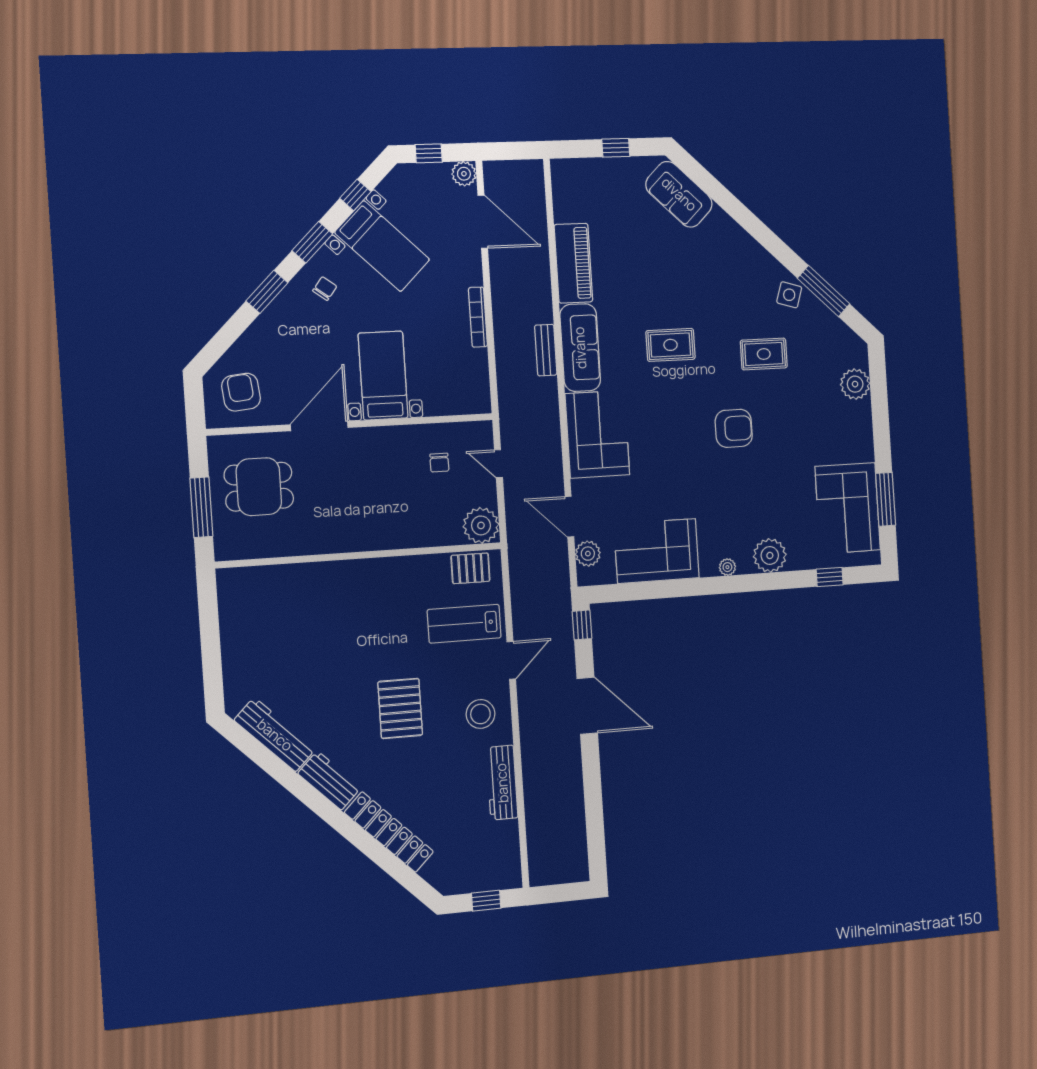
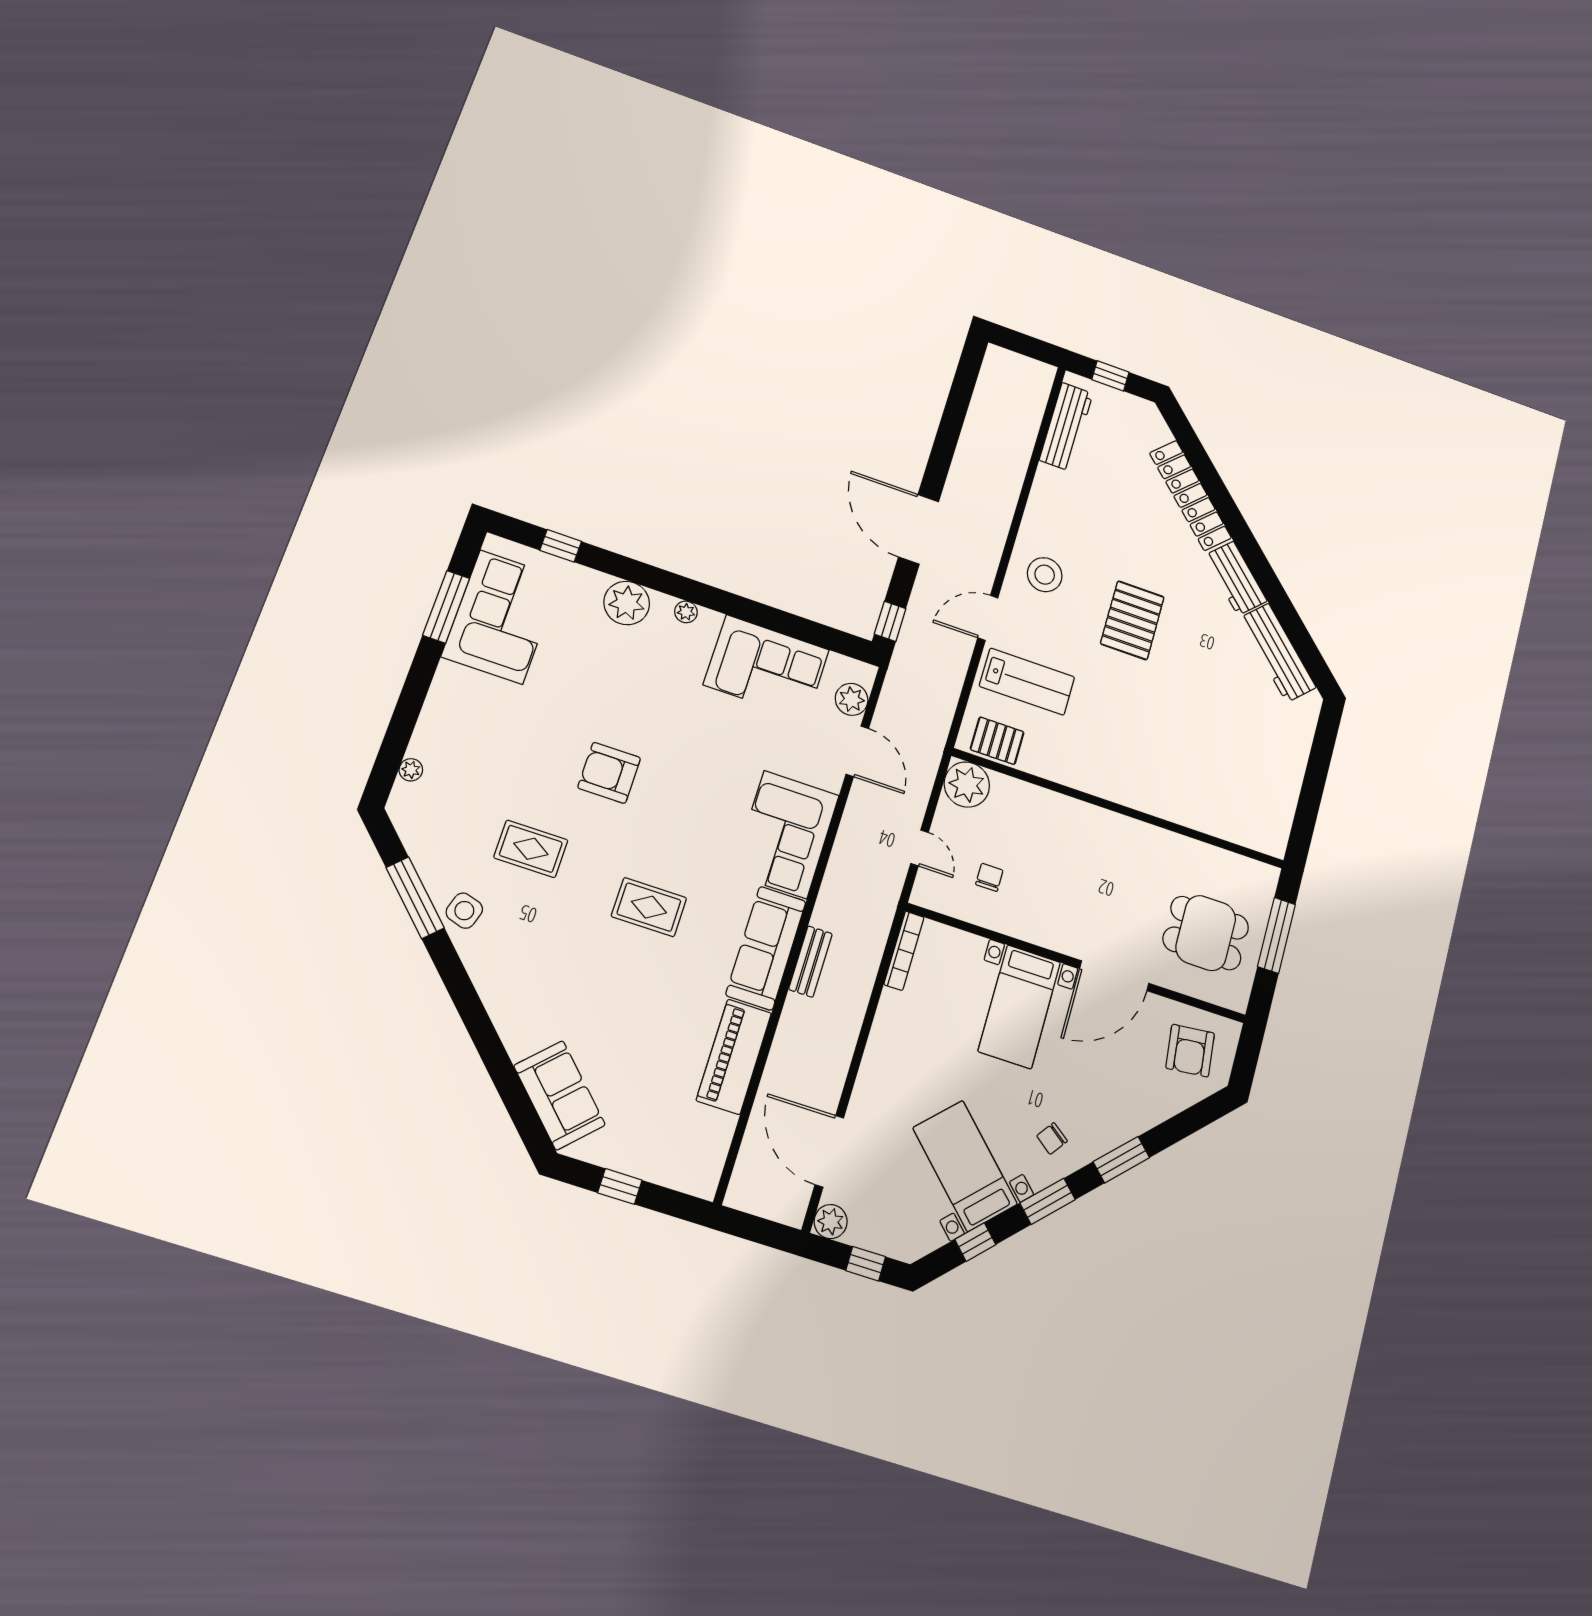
bookcase: (478, 317) -> (904, 951), moved
plant: (855, 384) -> (411, 770), width x0.53, depth x0.53
workbench: (502, 783) -> (1066, 427), moved

